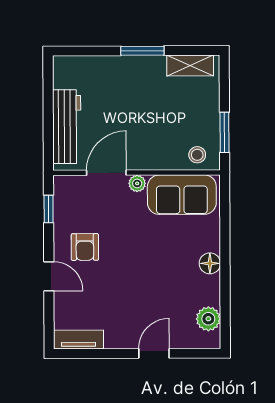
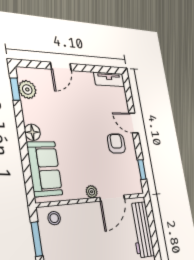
sofa: (182, 195) -> (45, 169), moved, turned 90
window: (225, 319) -> (15, 89), added

